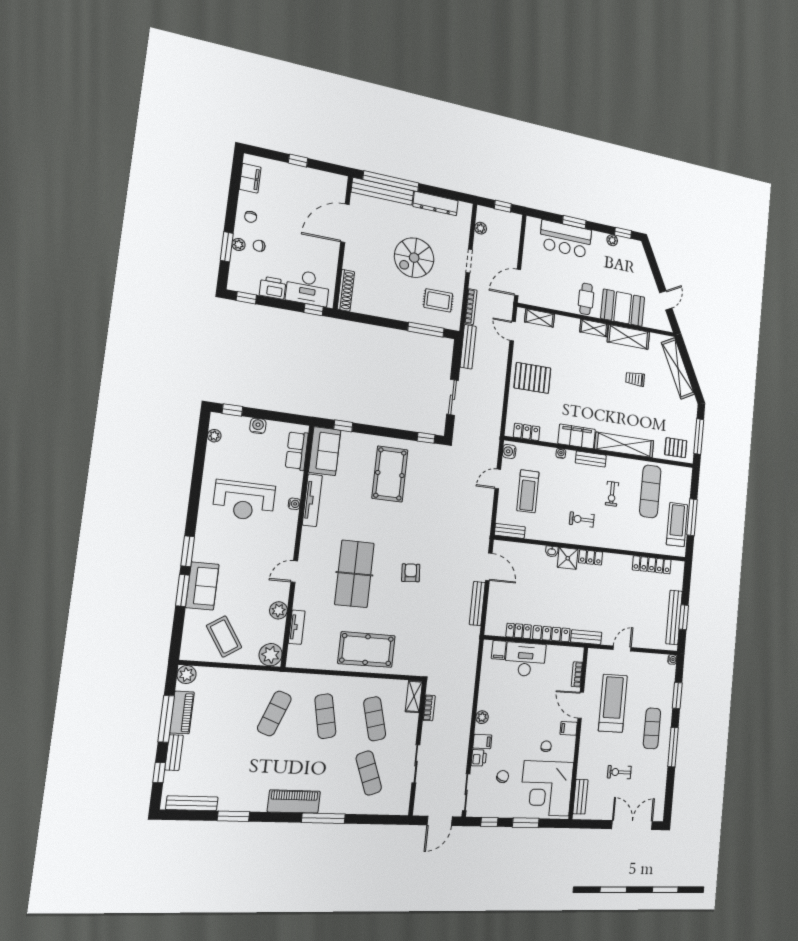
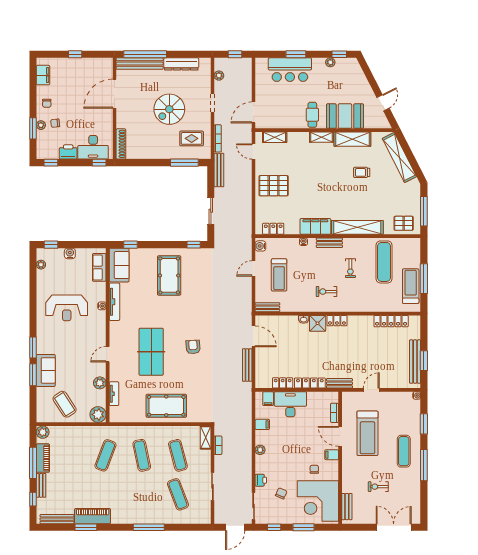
treadmill: (613, 703) -> (367, 433), turned 180
filing cabinet: (482, 741) -> (262, 424), moved
piano: (294, 802) -> (93, 516), moved

